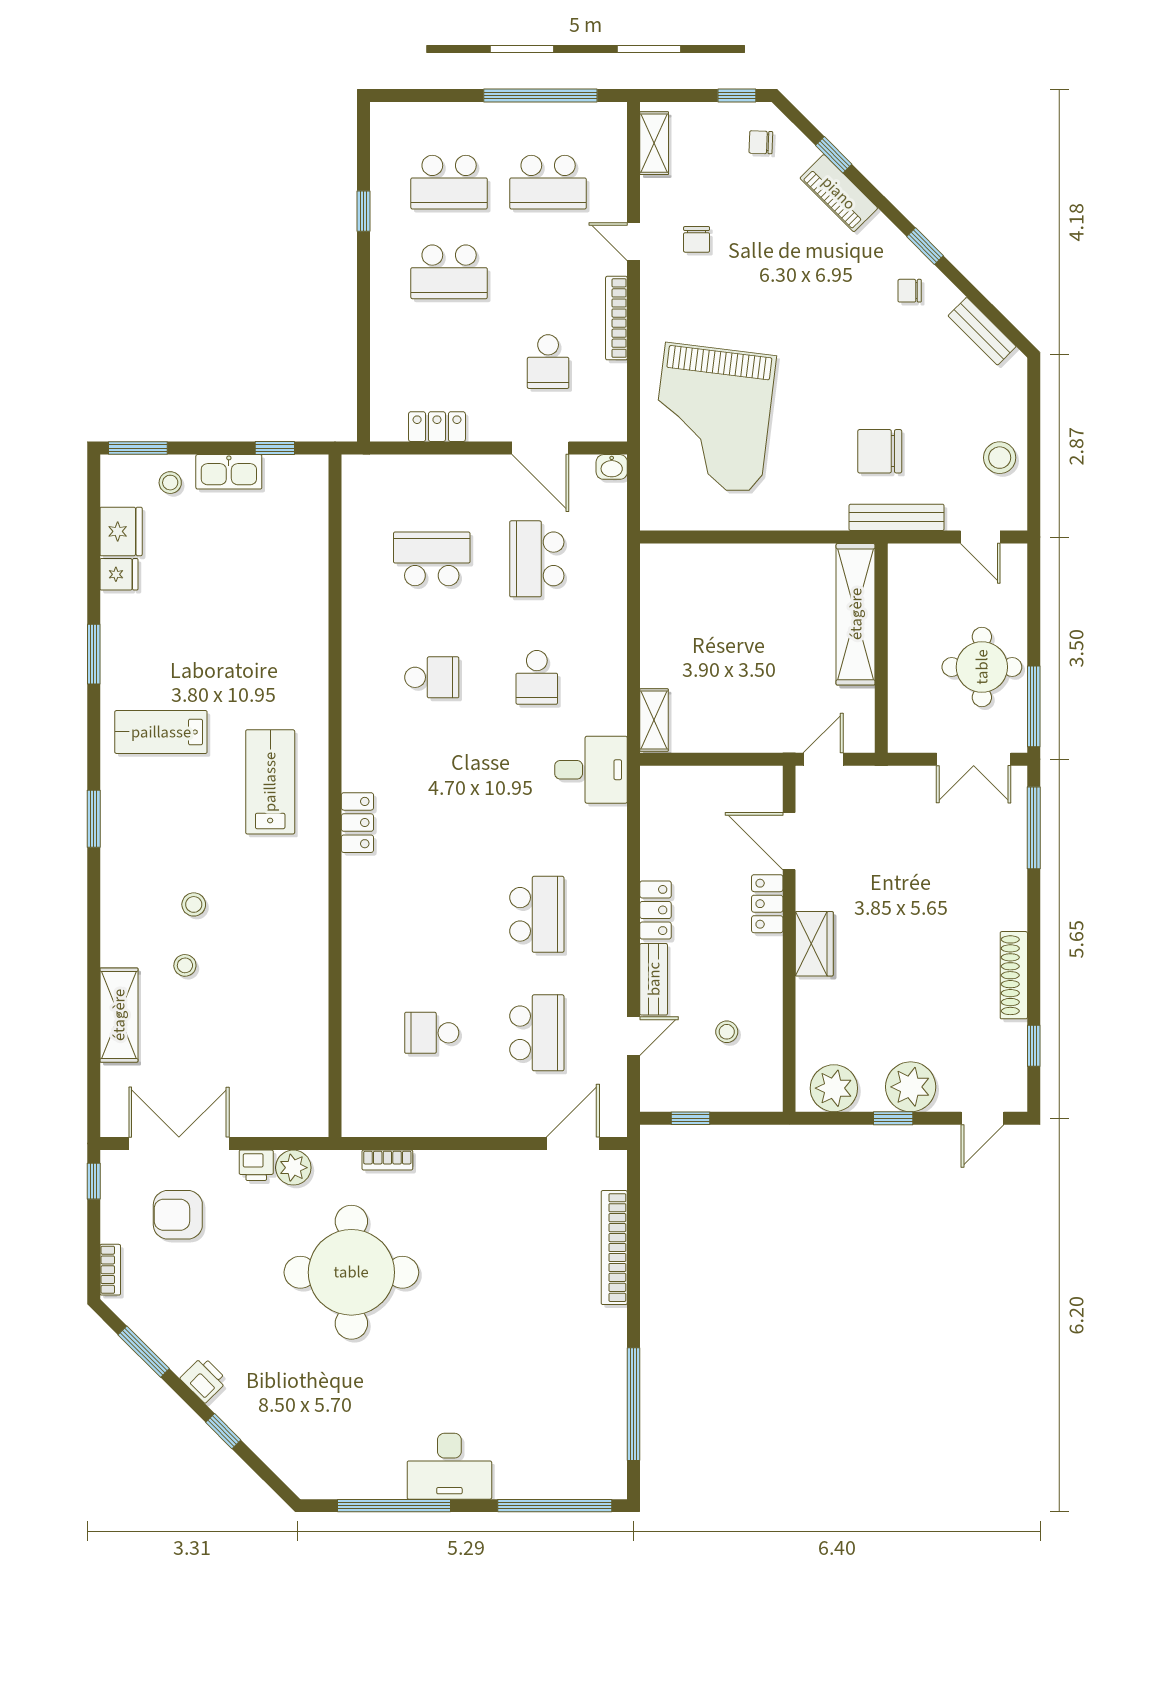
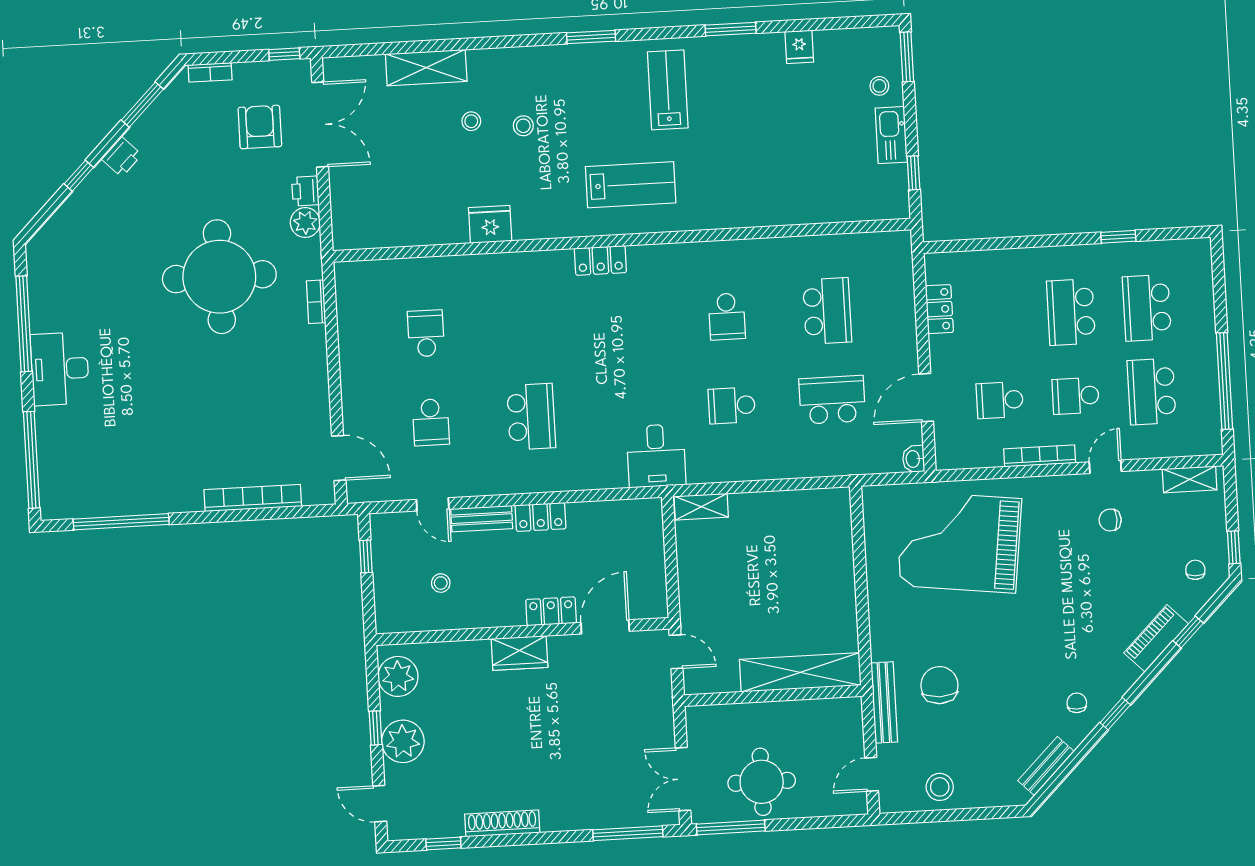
school desk: (548, 272) -> (1076, 396), added
fridge: (121, 531) -> (490, 224), moved, turned 180
school desk: (537, 914) -> (531, 417), turned -90
school desk: (537, 1033) -> (431, 422), width x0.54

